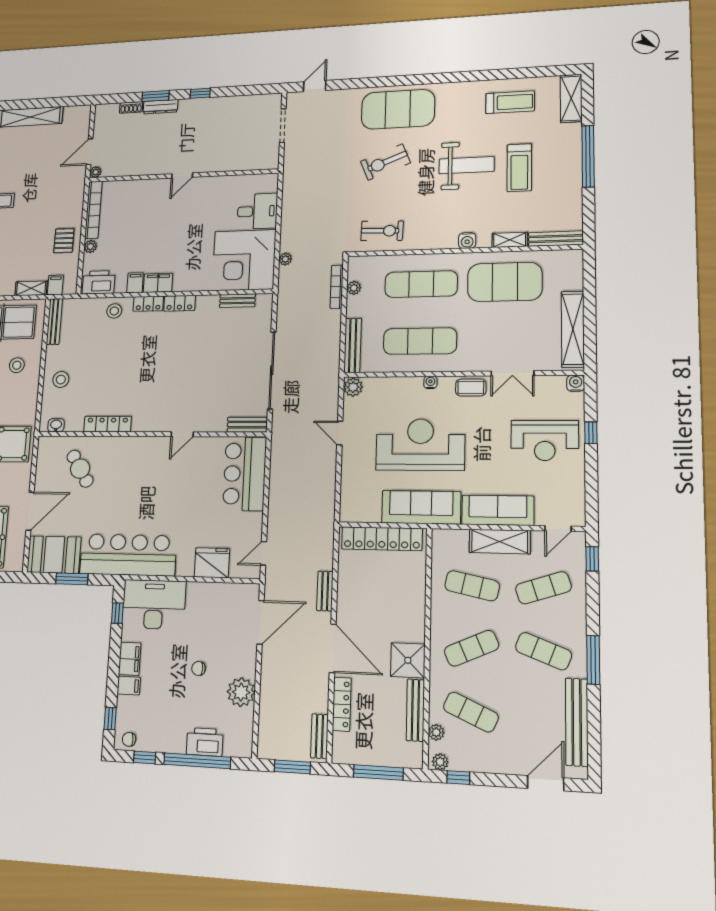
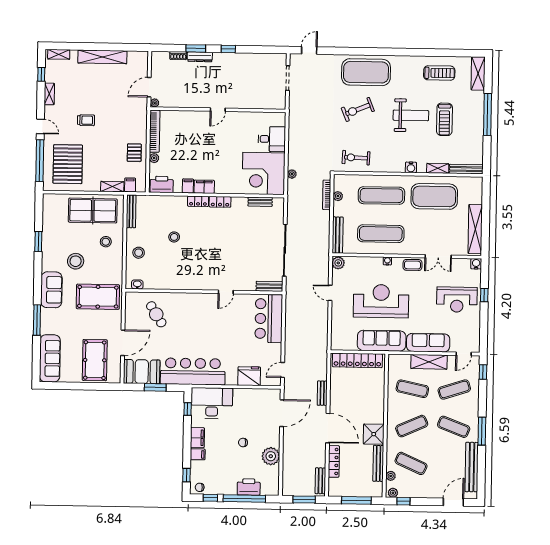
exercise bike: (382, 231) -> (356, 158), turned 180
stool: (114, 311) -> (174, 237), moved
locker: (108, 424) -> (174, 284), removed

